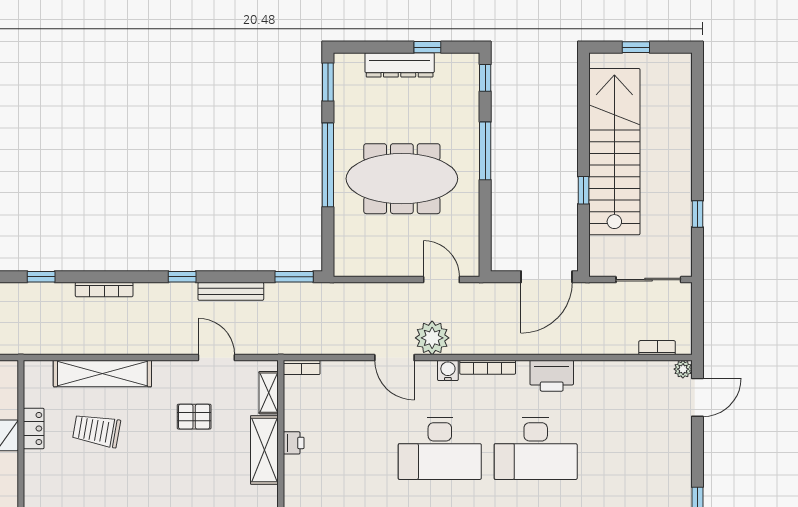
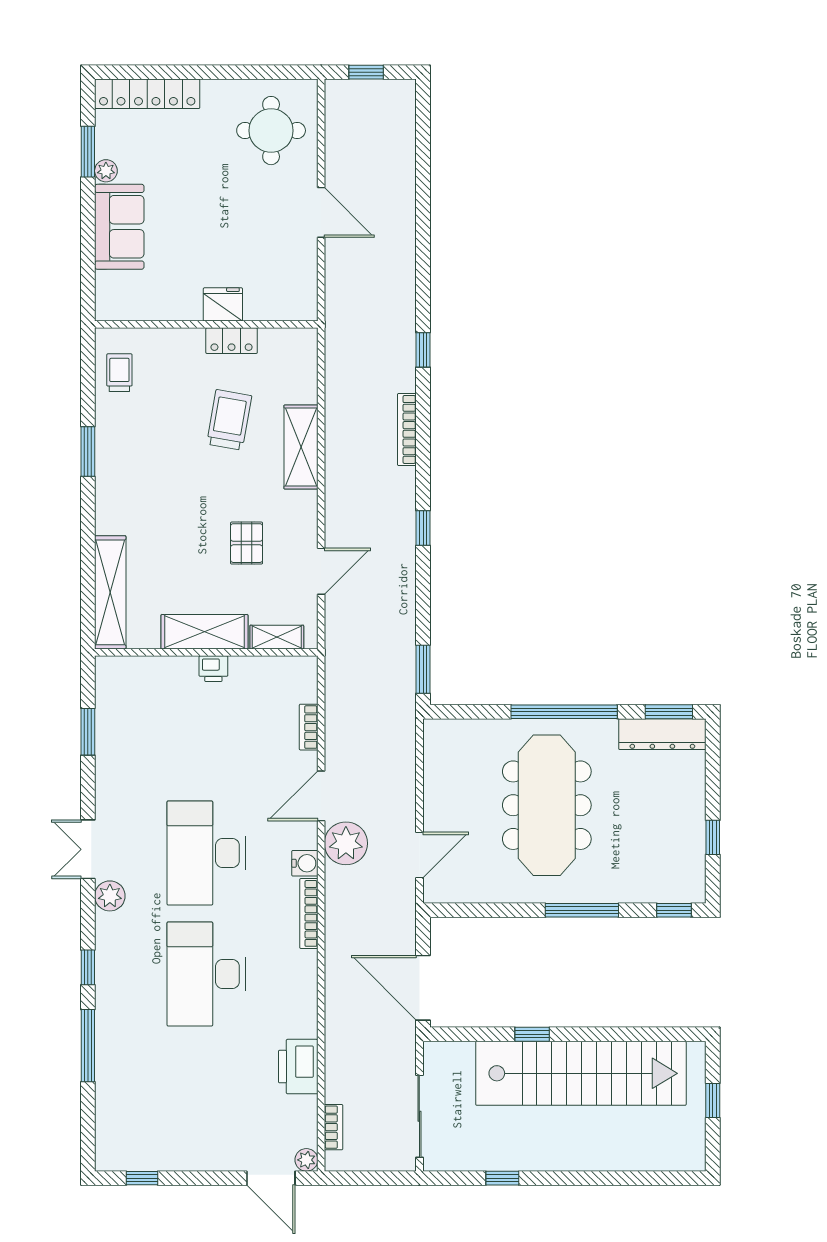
dresser: (400, 65) -> (662, 734), moved, turned -90
bench: (231, 291) -> (405, 589), removed
bookcase: (302, 367) -> (309, 727), moved
shelving: (102, 374) -> (301, 447), width x0.68
printer: (552, 376) -> (298, 1067), moved

